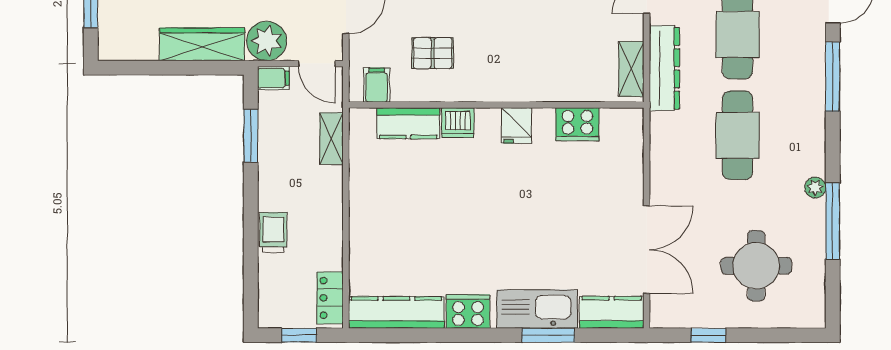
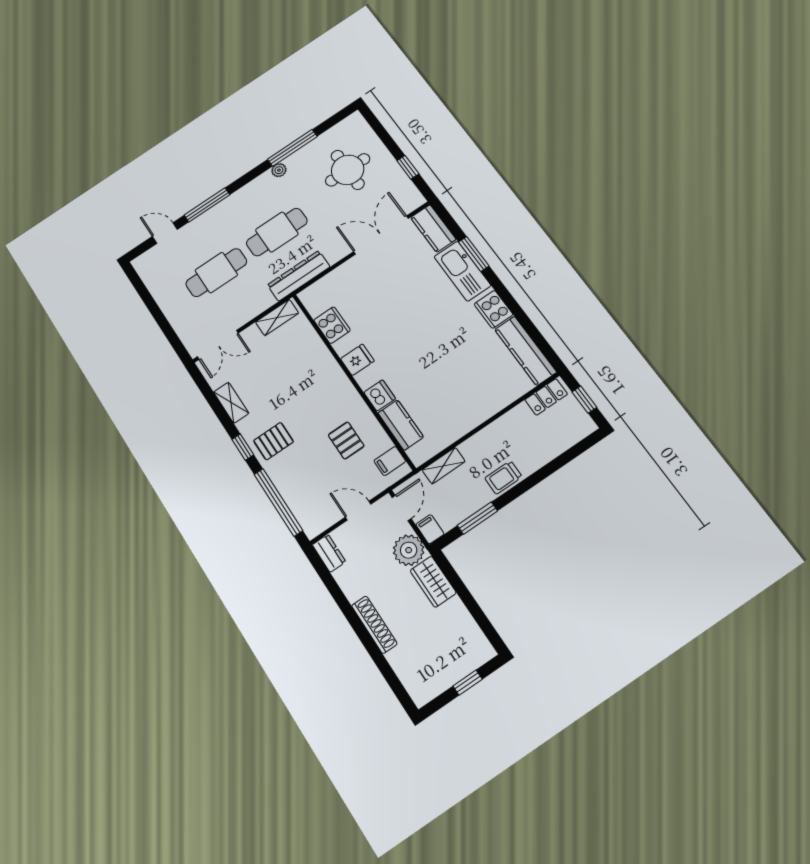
wardrobe: (202, 44) -> (433, 582), width x0.67
dresser: (664, 68) -> (299, 276), moved
trolley: (273, 232) -> (503, 477), moved

